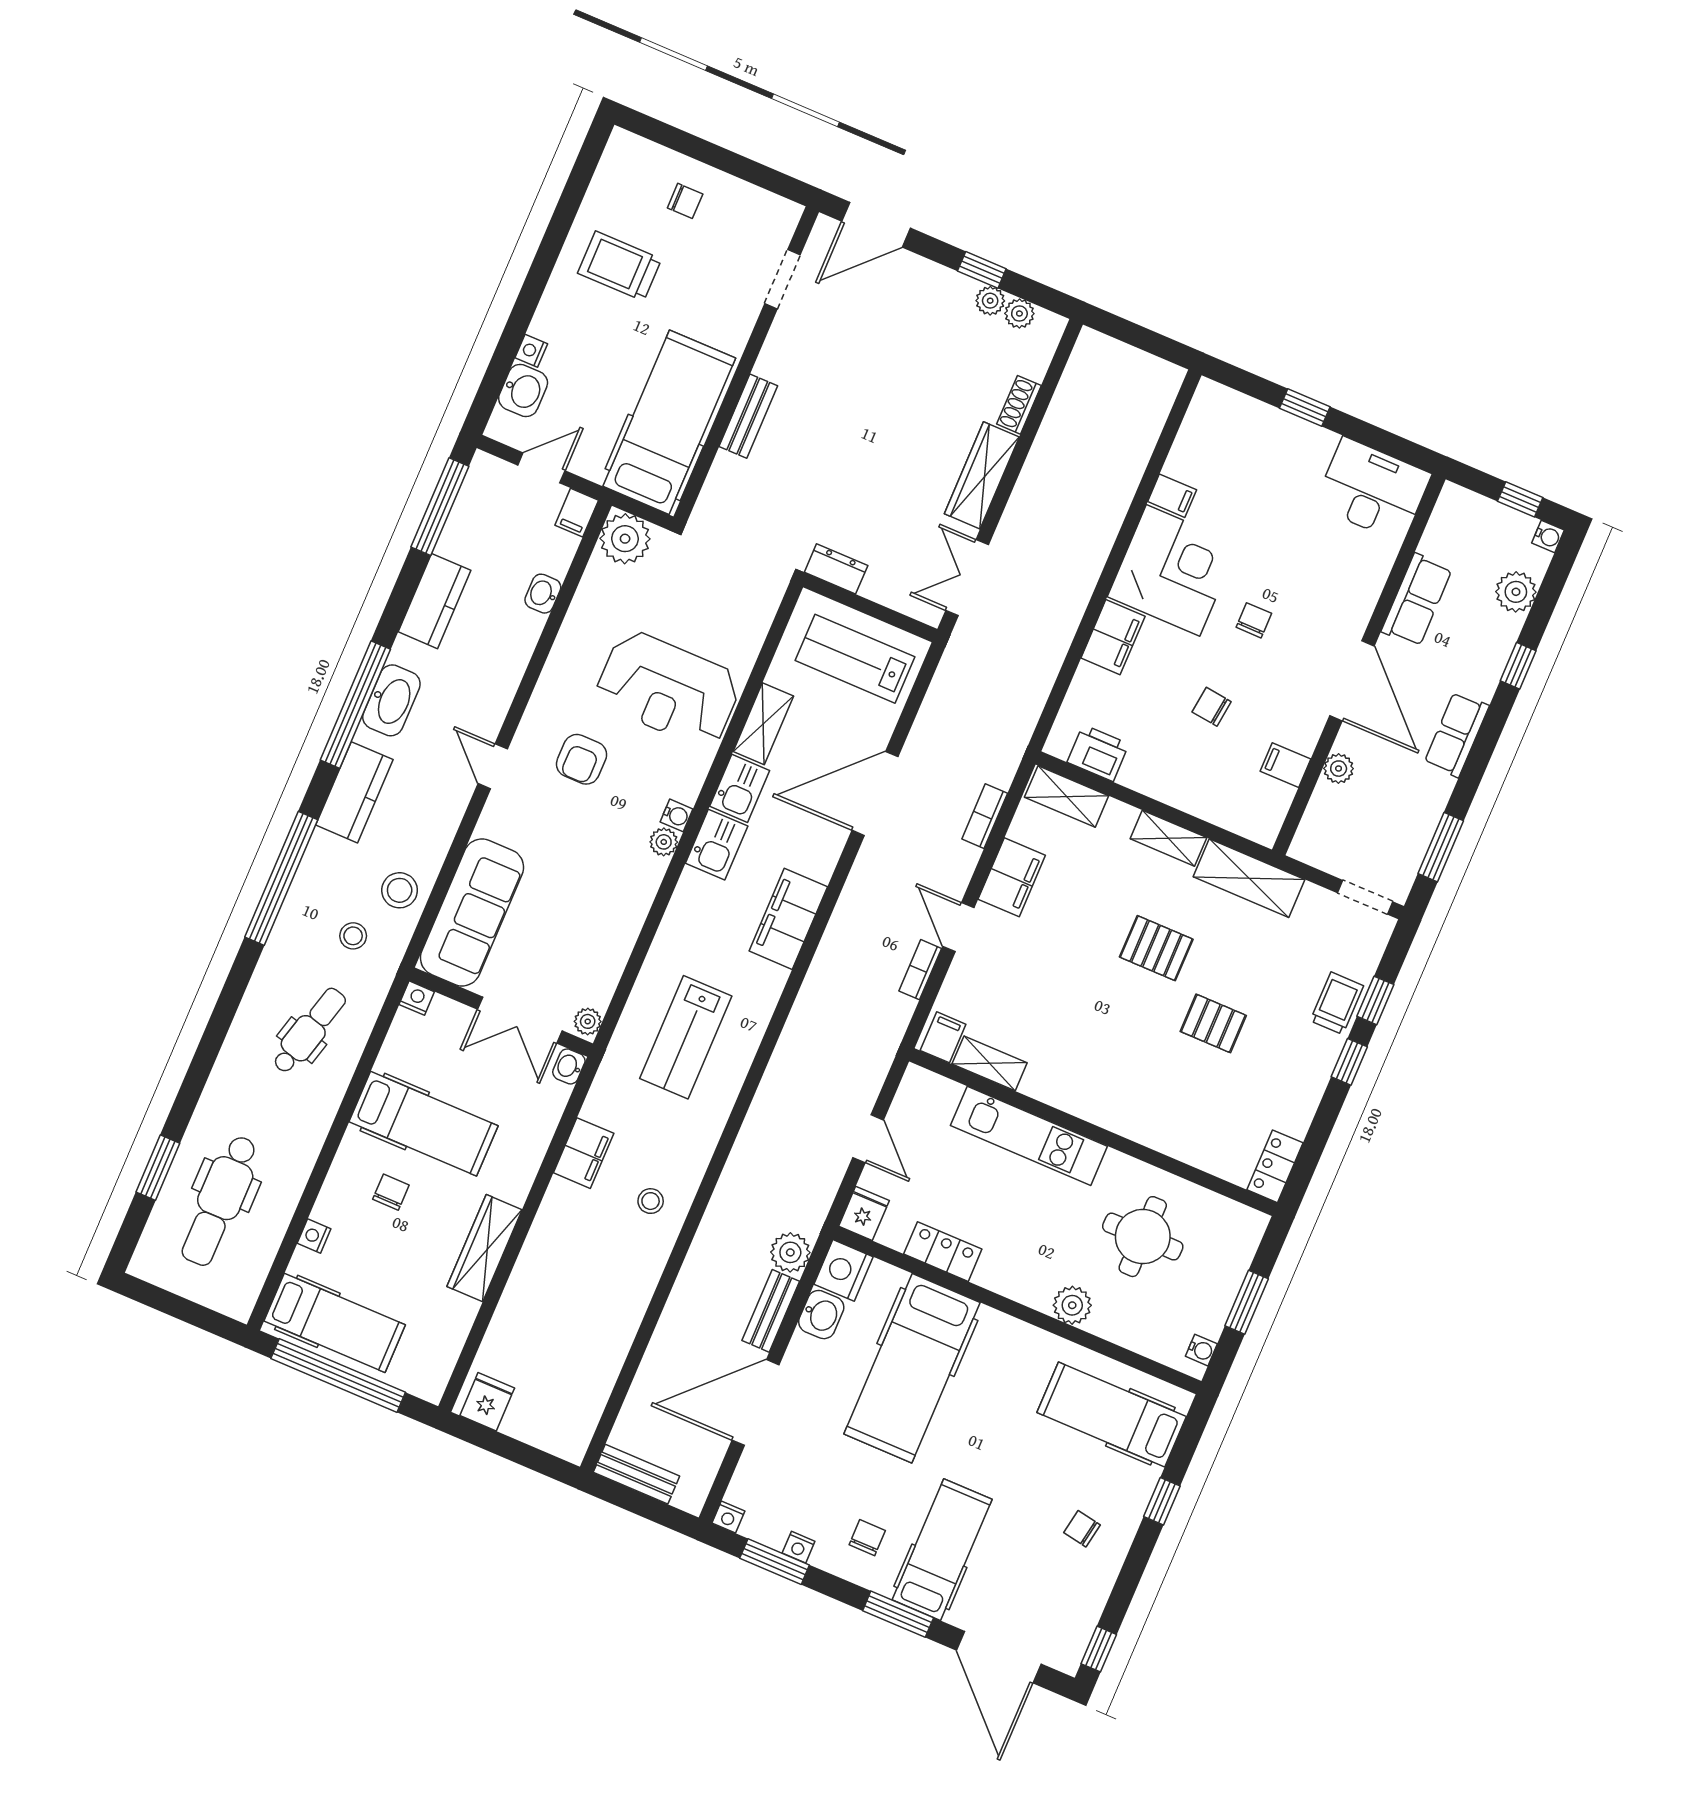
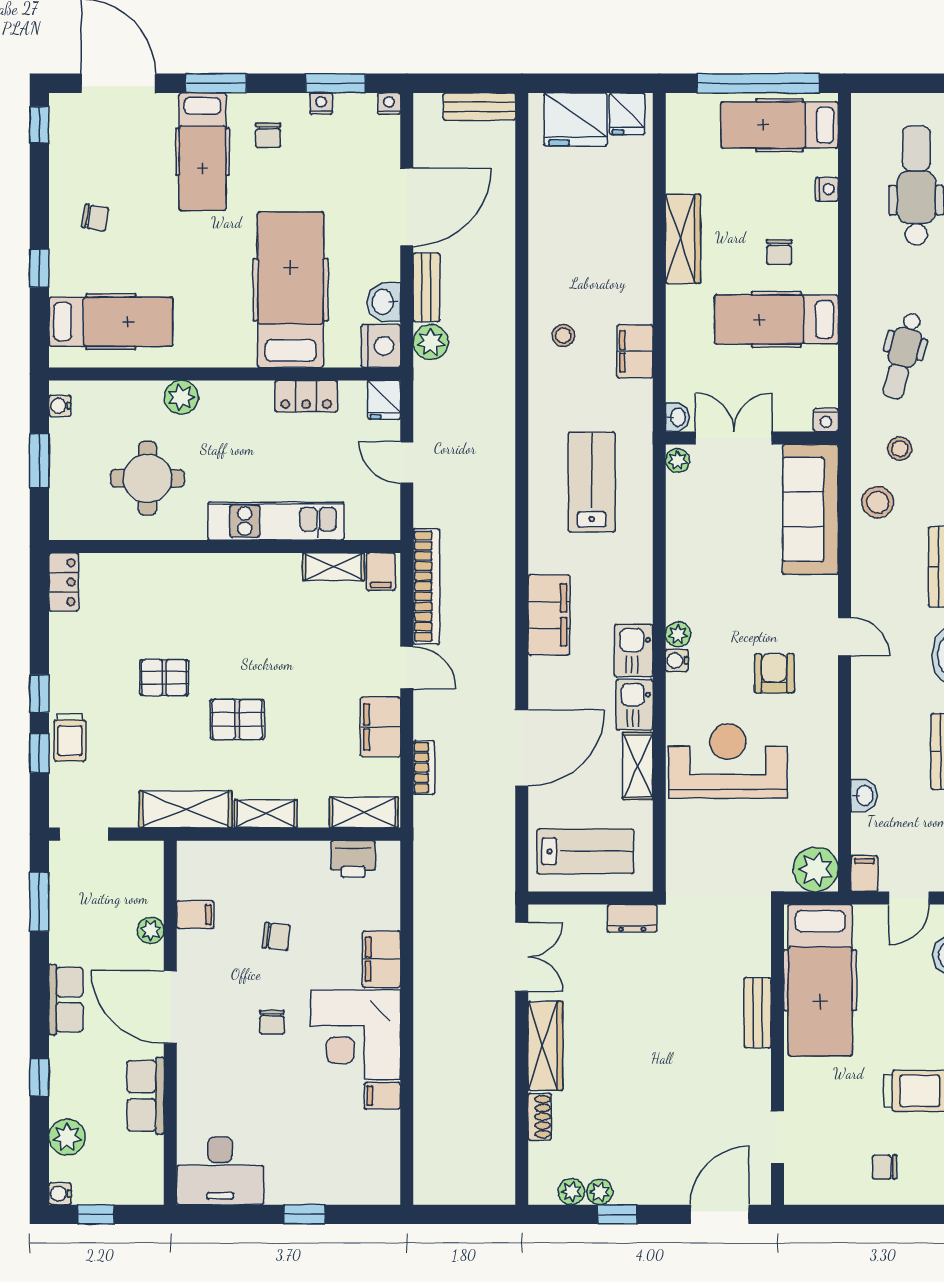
bookcase: (920, 970) -> (426, 586), width x2.31, depth x1.31
fridge: (543, 1419) -> (575, 120), added

